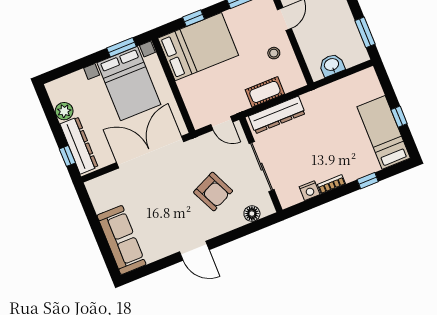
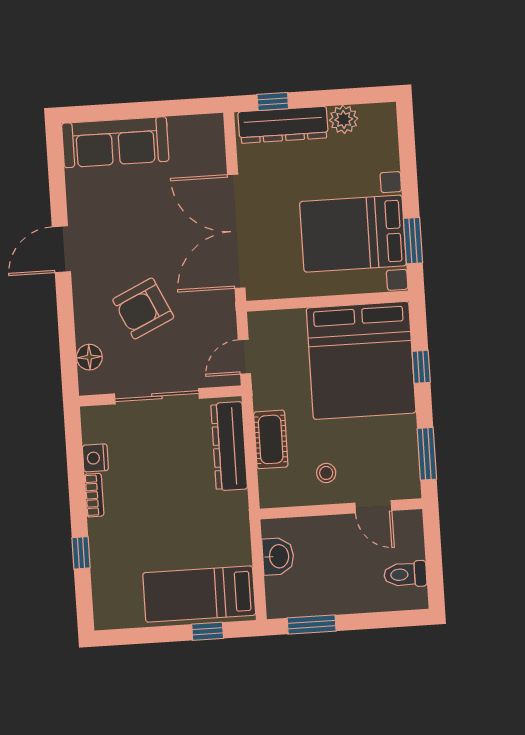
bed: (198, 47) -> (361, 360), width x1.36
window: (399, 117) -> (208, 631), moved
bed: (384, 132) -> (199, 594), moved, turned 180
double door: (150, 152) -> (236, 231), swing flipped

